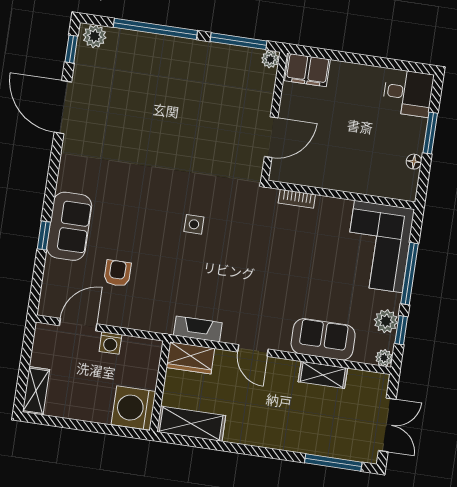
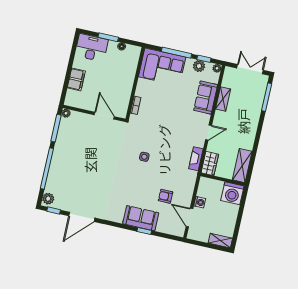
filing cabinet: (307, 70) -> (76, 79), moved
desk: (408, 93) -> (92, 48), width x1.37

